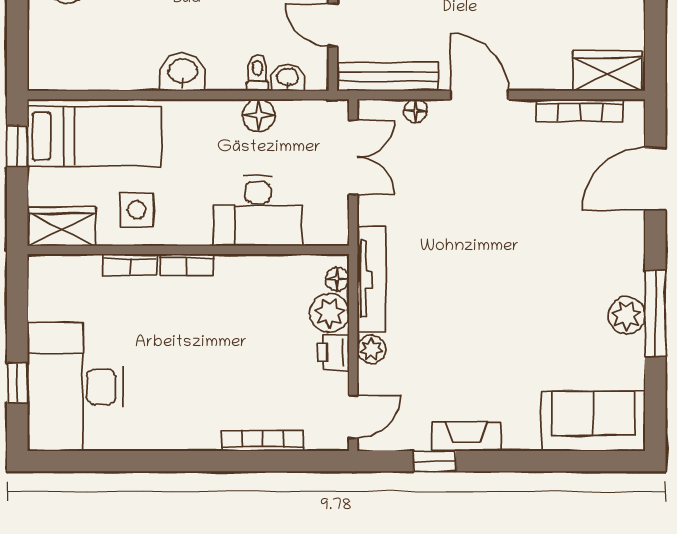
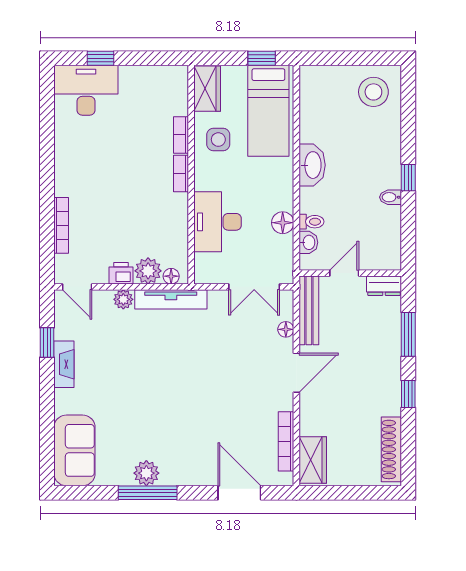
washbasin: (183, 72) -> (312, 165), width x1.38
desk: (75, 387) -> (86, 90), width x0.73, depth x0.77

